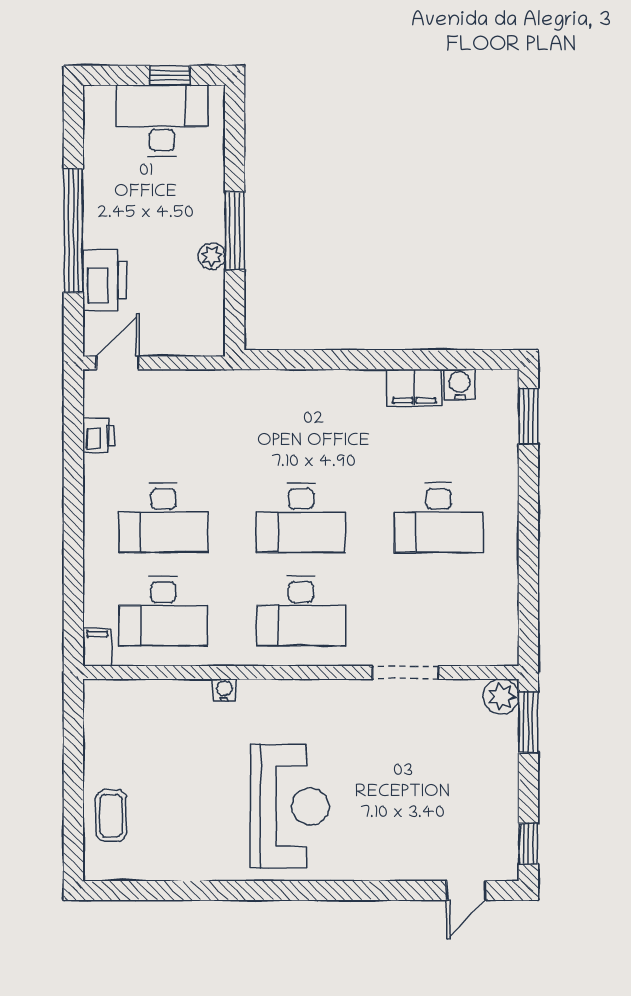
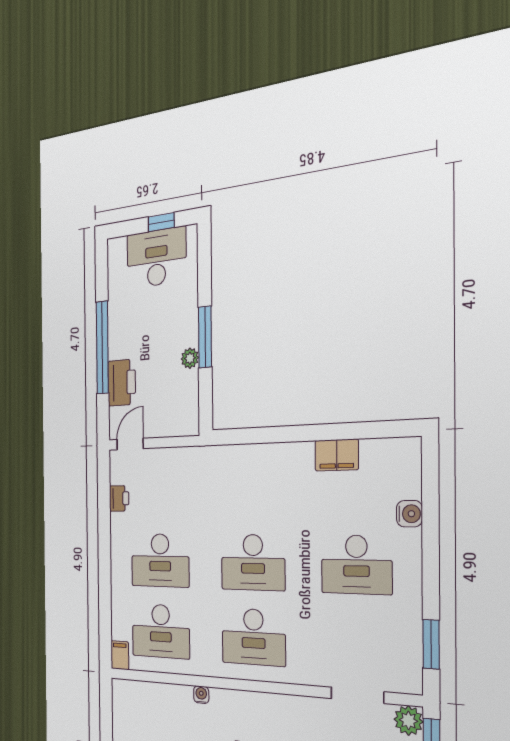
water cooler: (460, 384) -> (409, 514), moved, turned 90
window: (528, 416) -> (431, 644), moved
doorway: (406, 672) -> (357, 695), moved

